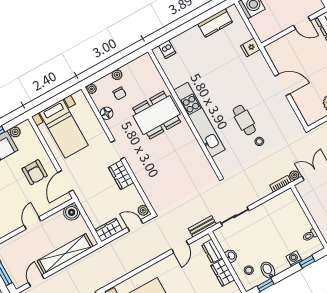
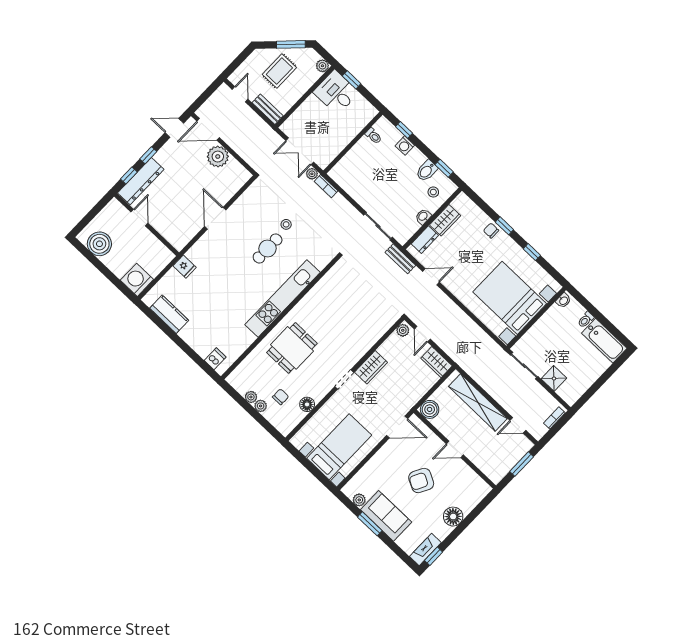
plant: (92, 89) -> (251, 397), moved
dining table: (157, 115) -> (292, 348), width x0.73
armchair: (35, 172) -> (421, 481), moved, turned -152

